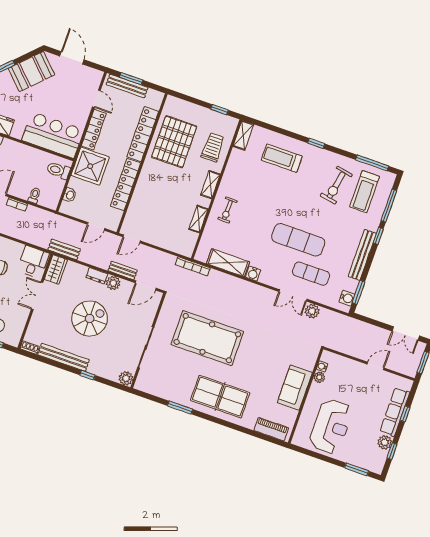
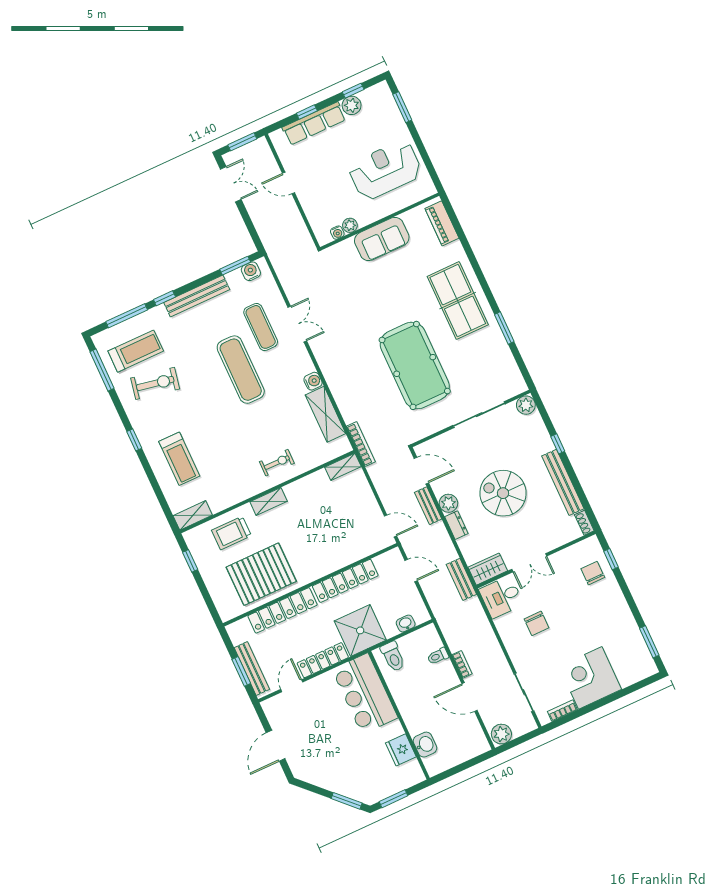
booth: (31, 72) -> (325, 771), removed
shelving: (198, 219) -> (343, 467), moved
plant: (312, 311) -> (295, 292), removed

